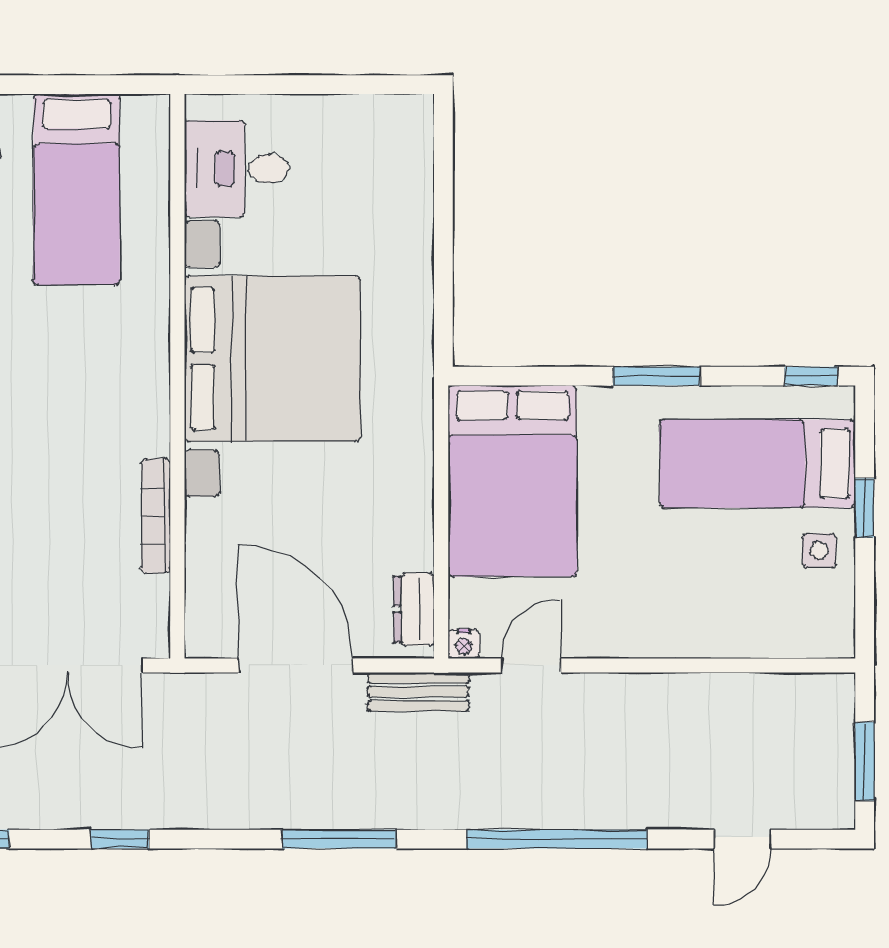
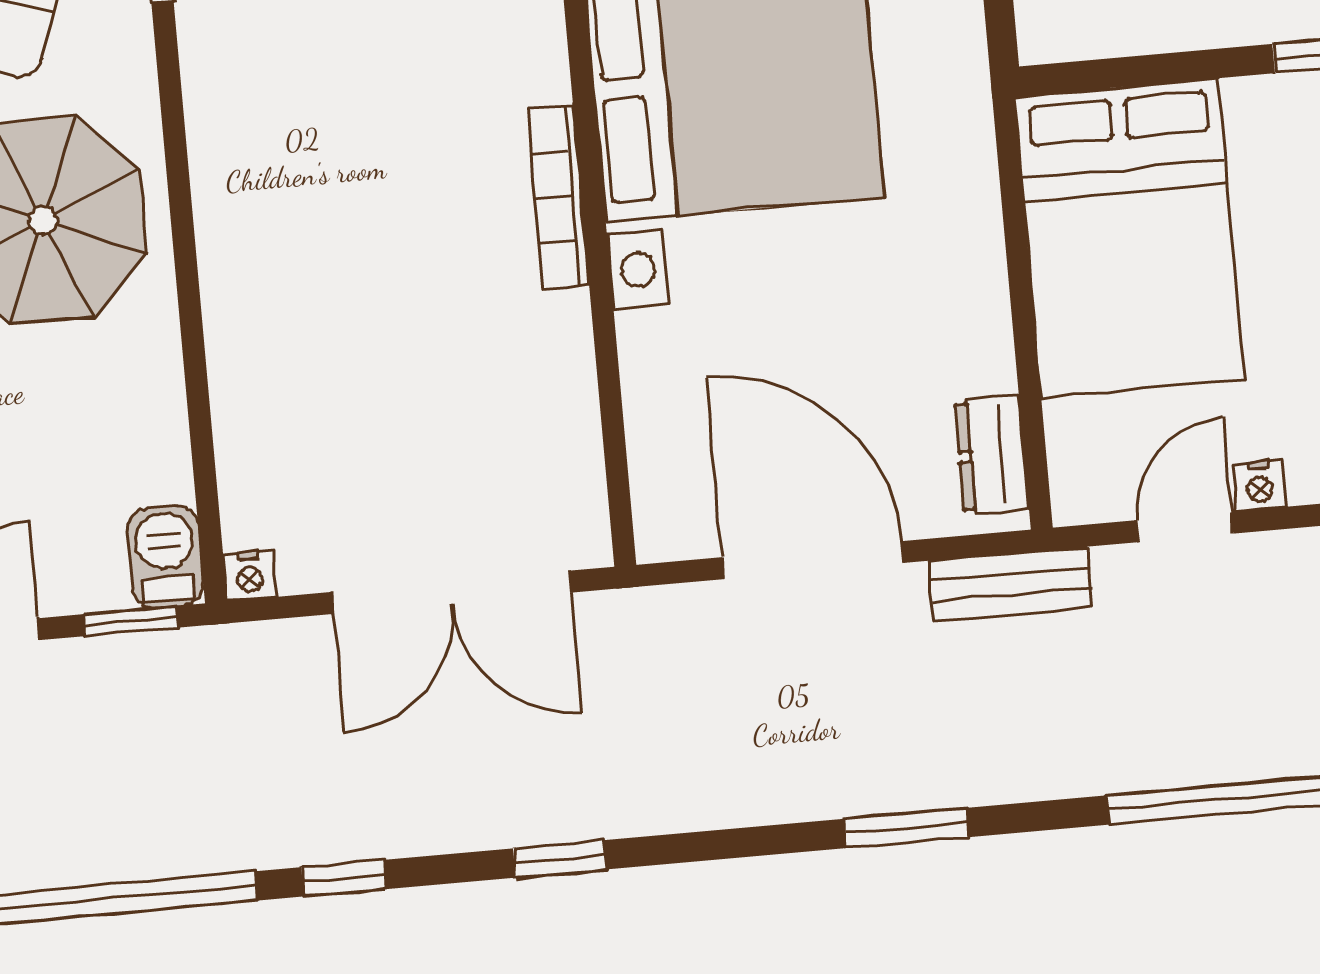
bookcase: (156, 516) -> (558, 197), moved
nightstand: (464, 644) -> (1260, 486), moved
window: (339, 839) -> (906, 828), width x0.69

